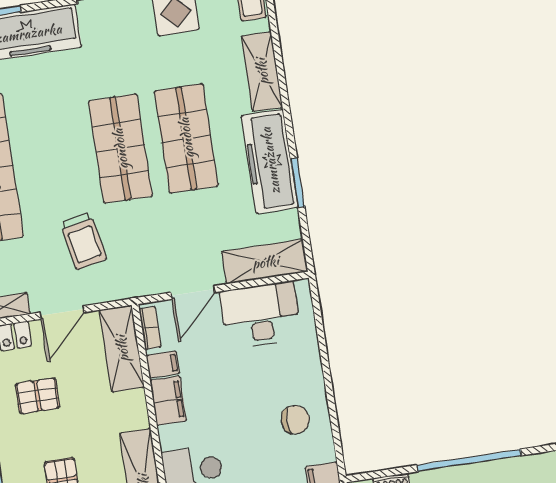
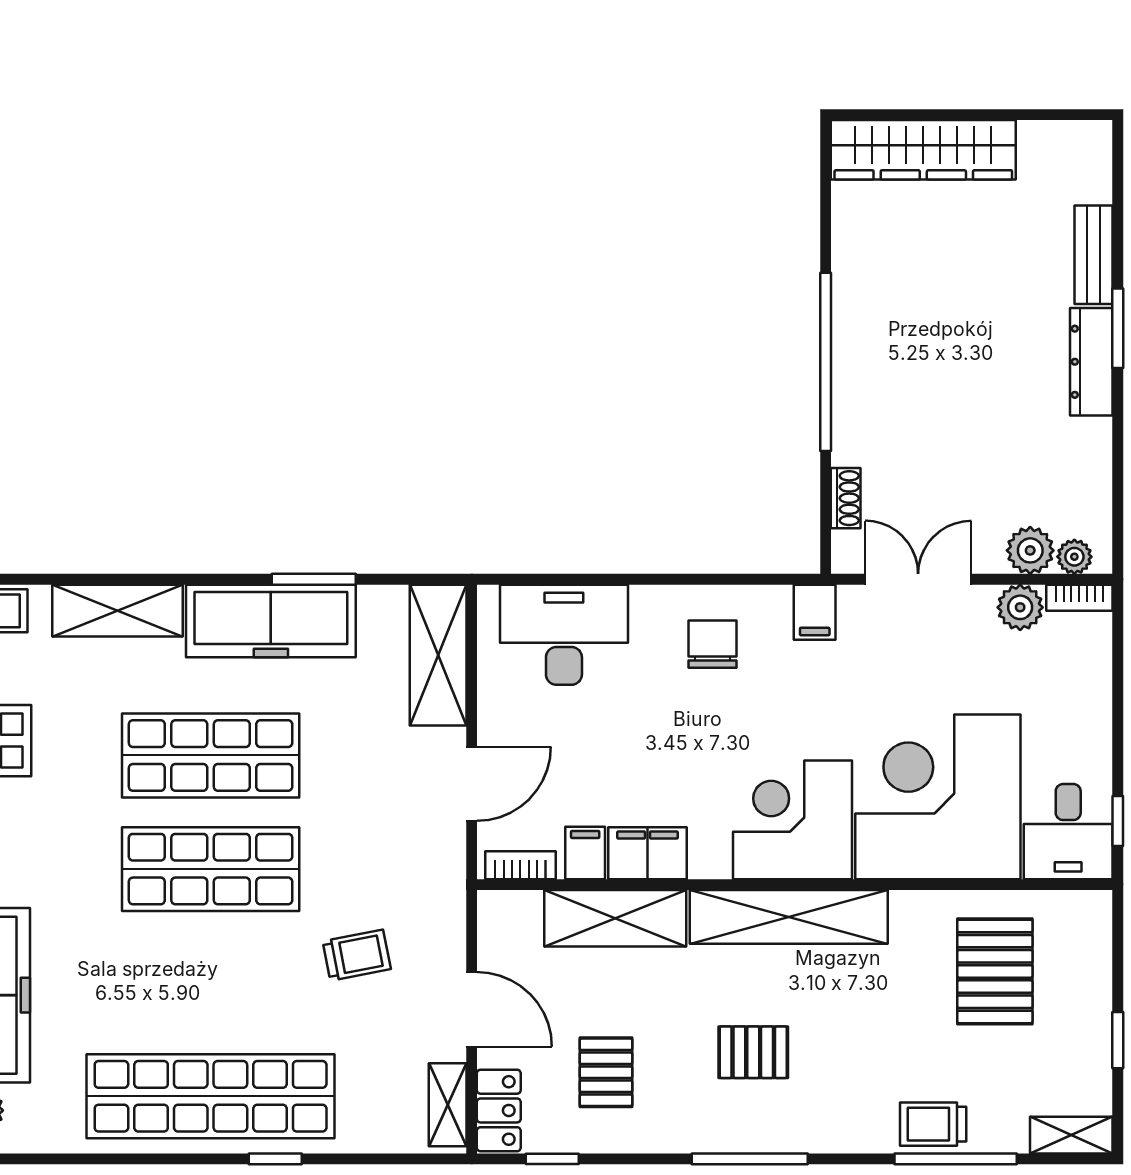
trolley: (83, 241) -> (357, 955), width x0.73, depth x0.72
door: (193, 292) -> (472, 784), hinge flipped
desk: (260, 315) -> (564, 635), moved, turned 90
shelving: (122, 349) -> (615, 918), moved

